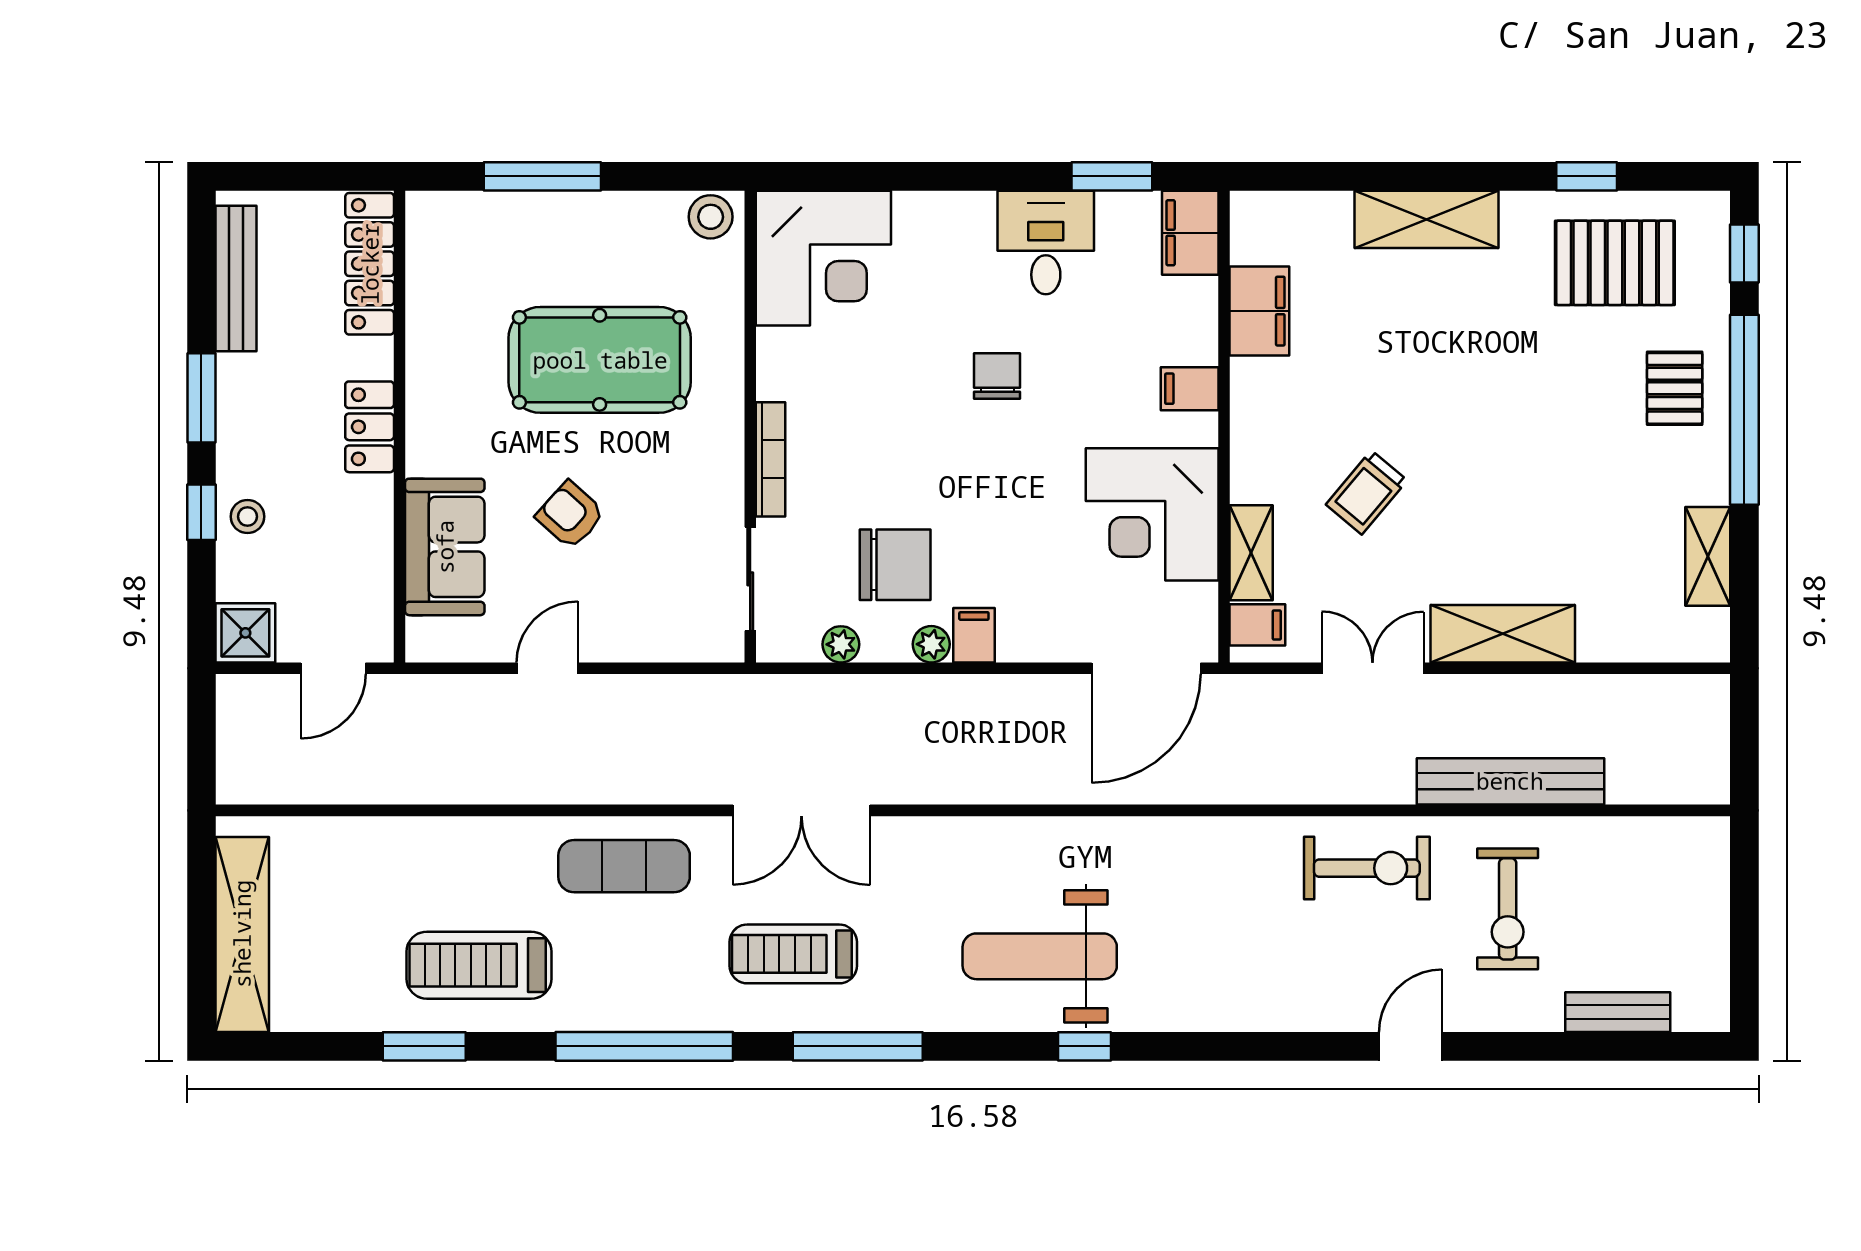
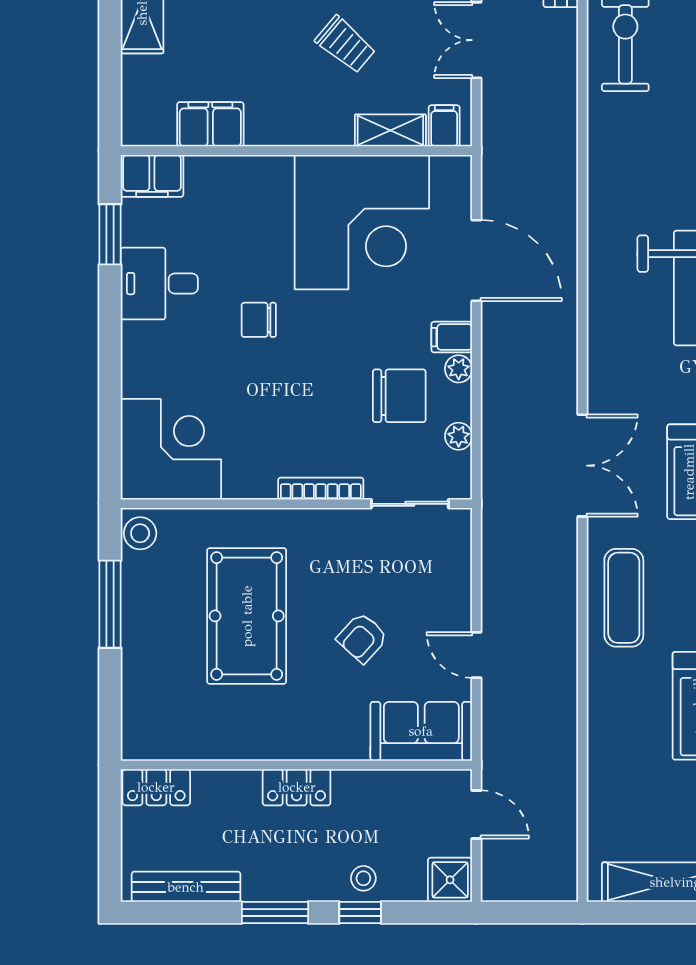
window: (542, 176) -> (110, 604), moved
locker: (370, 264) -> (156, 787), width x0.66
filing cabinet: (1190, 389) -> (268, 176), removed
corner desk: (1152, 514) -> (362, 222), width x1.36, depth x1.36
sofa: (445, 547) -> (421, 731), moved
chair: (895, 565) -> (399, 396), turned 90
door: (1146, 668) -> (476, 261), moved

